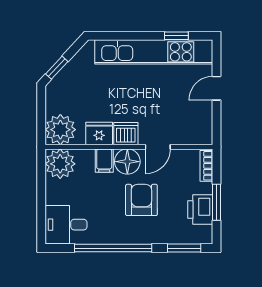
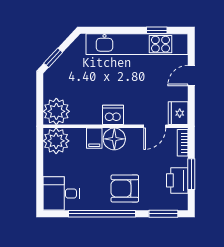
fridge: (99, 134) -> (178, 113), moved, turned -90
door: (158, 147) -> (155, 126), moved
armchair: (141, 200) -> (125, 188), moved, turned -90

